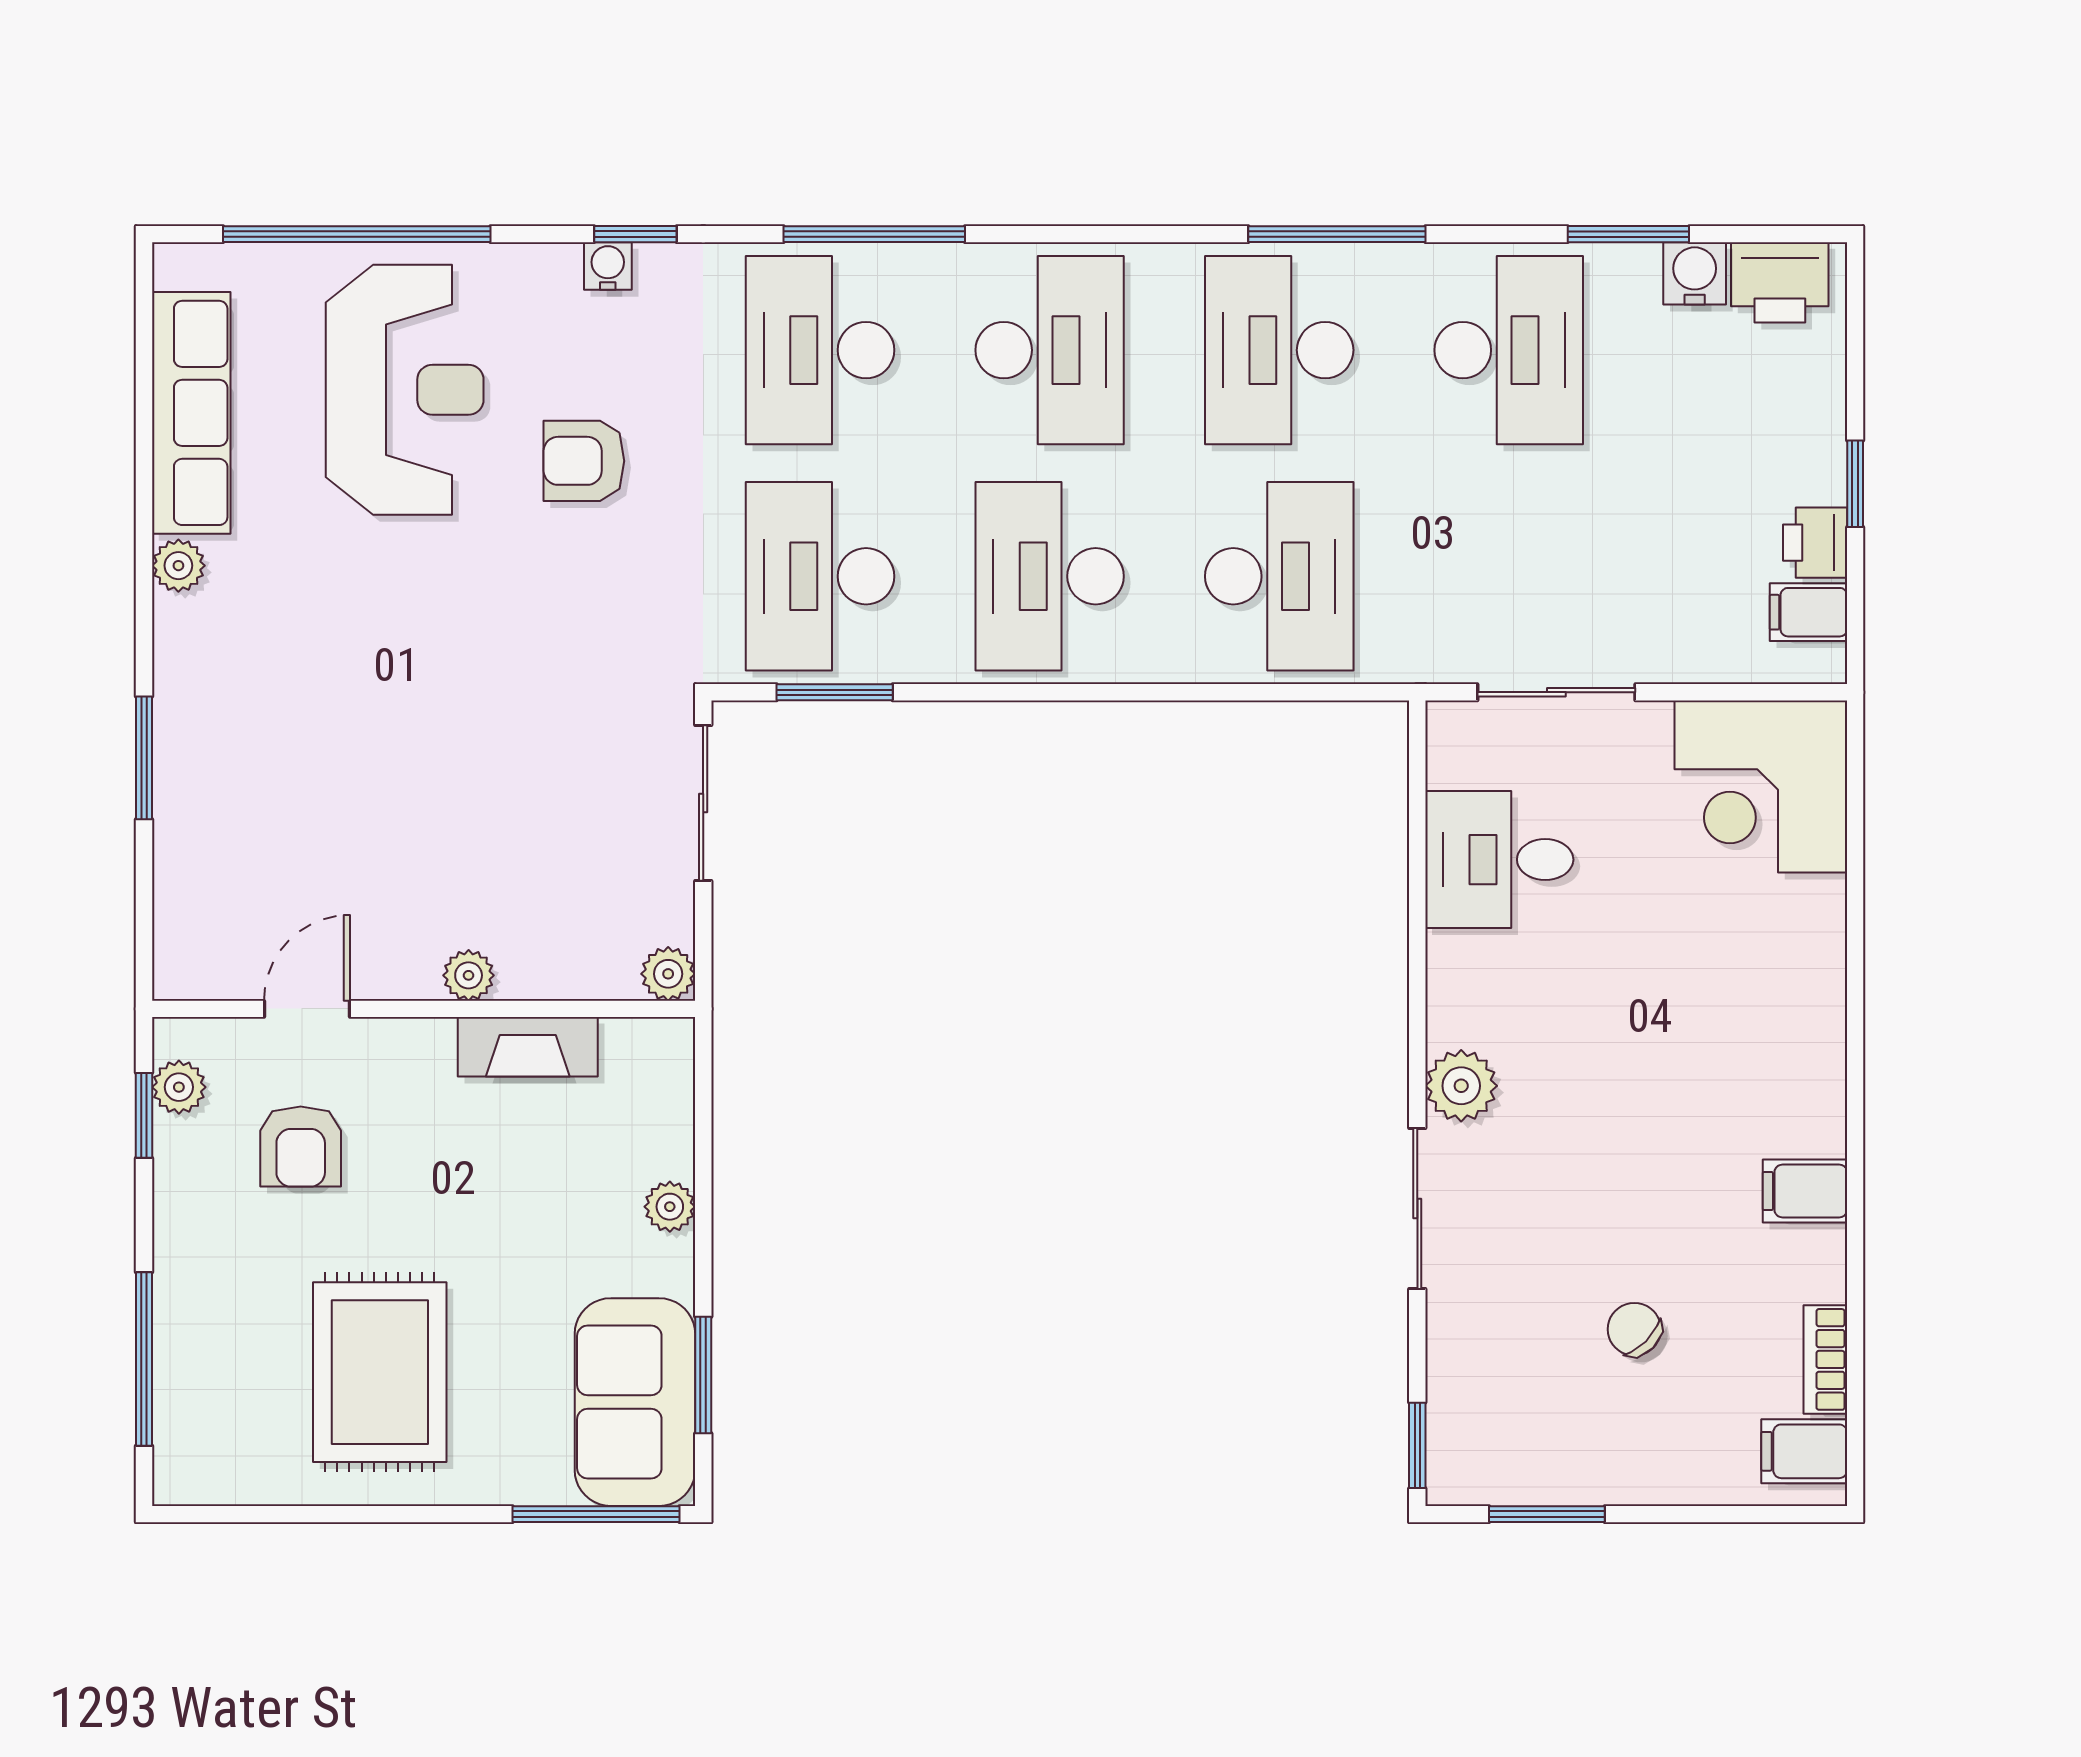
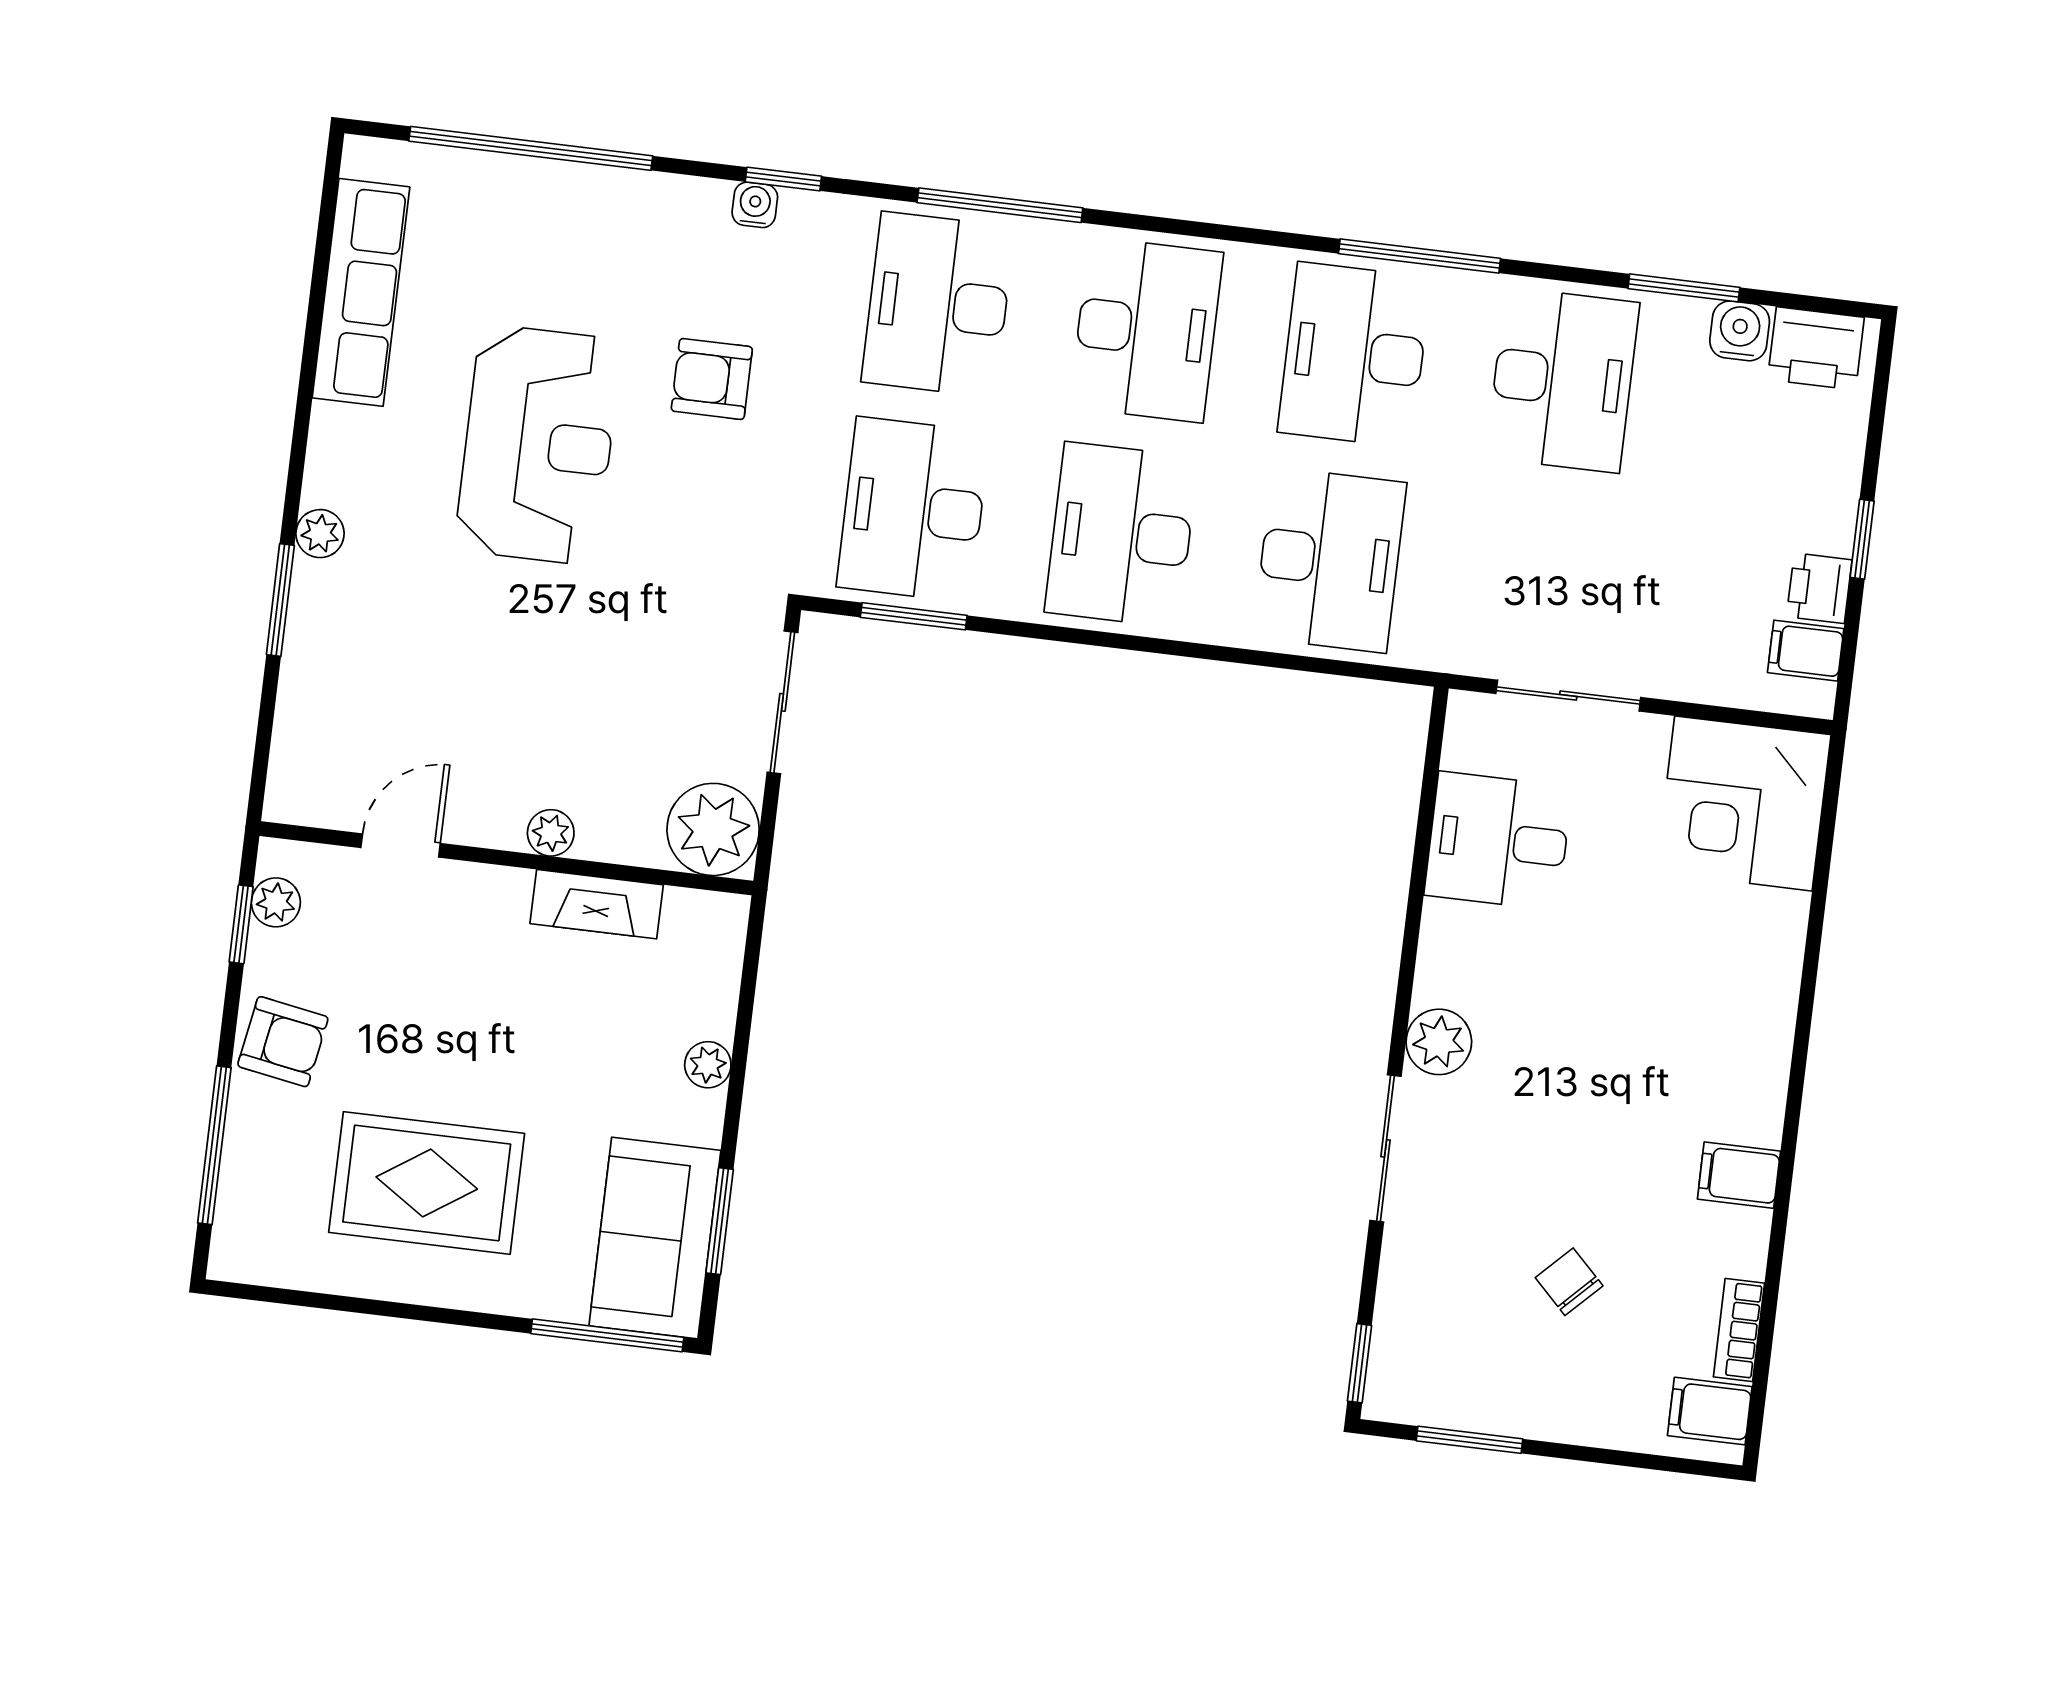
reception desk: (405, 390) -> (538, 445), moved
plant: (178, 566) -> (320, 534), moved
plant: (668, 974) -> (713, 829), width x1.88, depth x1.88
armchair: (301, 1146) -> (283, 1042), moved, turned -80
rug: (380, 1372) -> (427, 1183), turned 90

